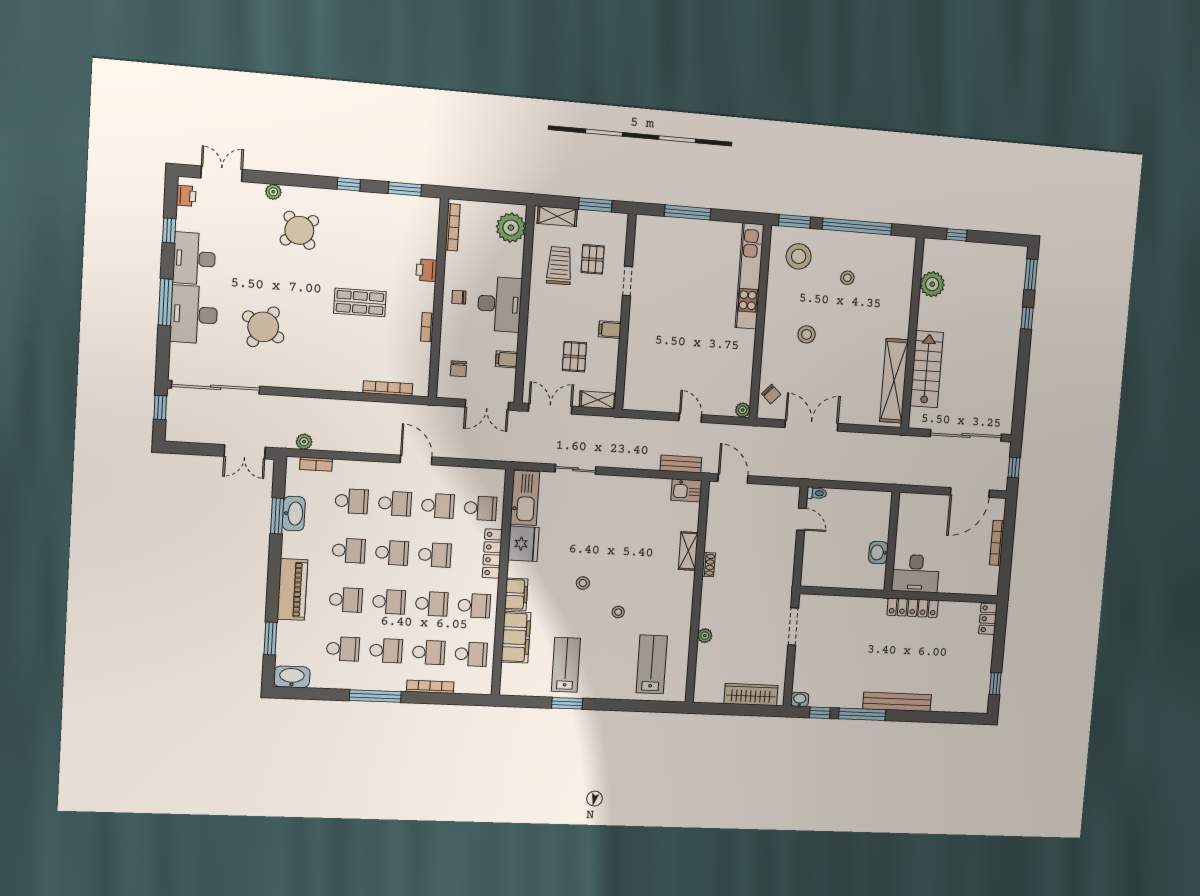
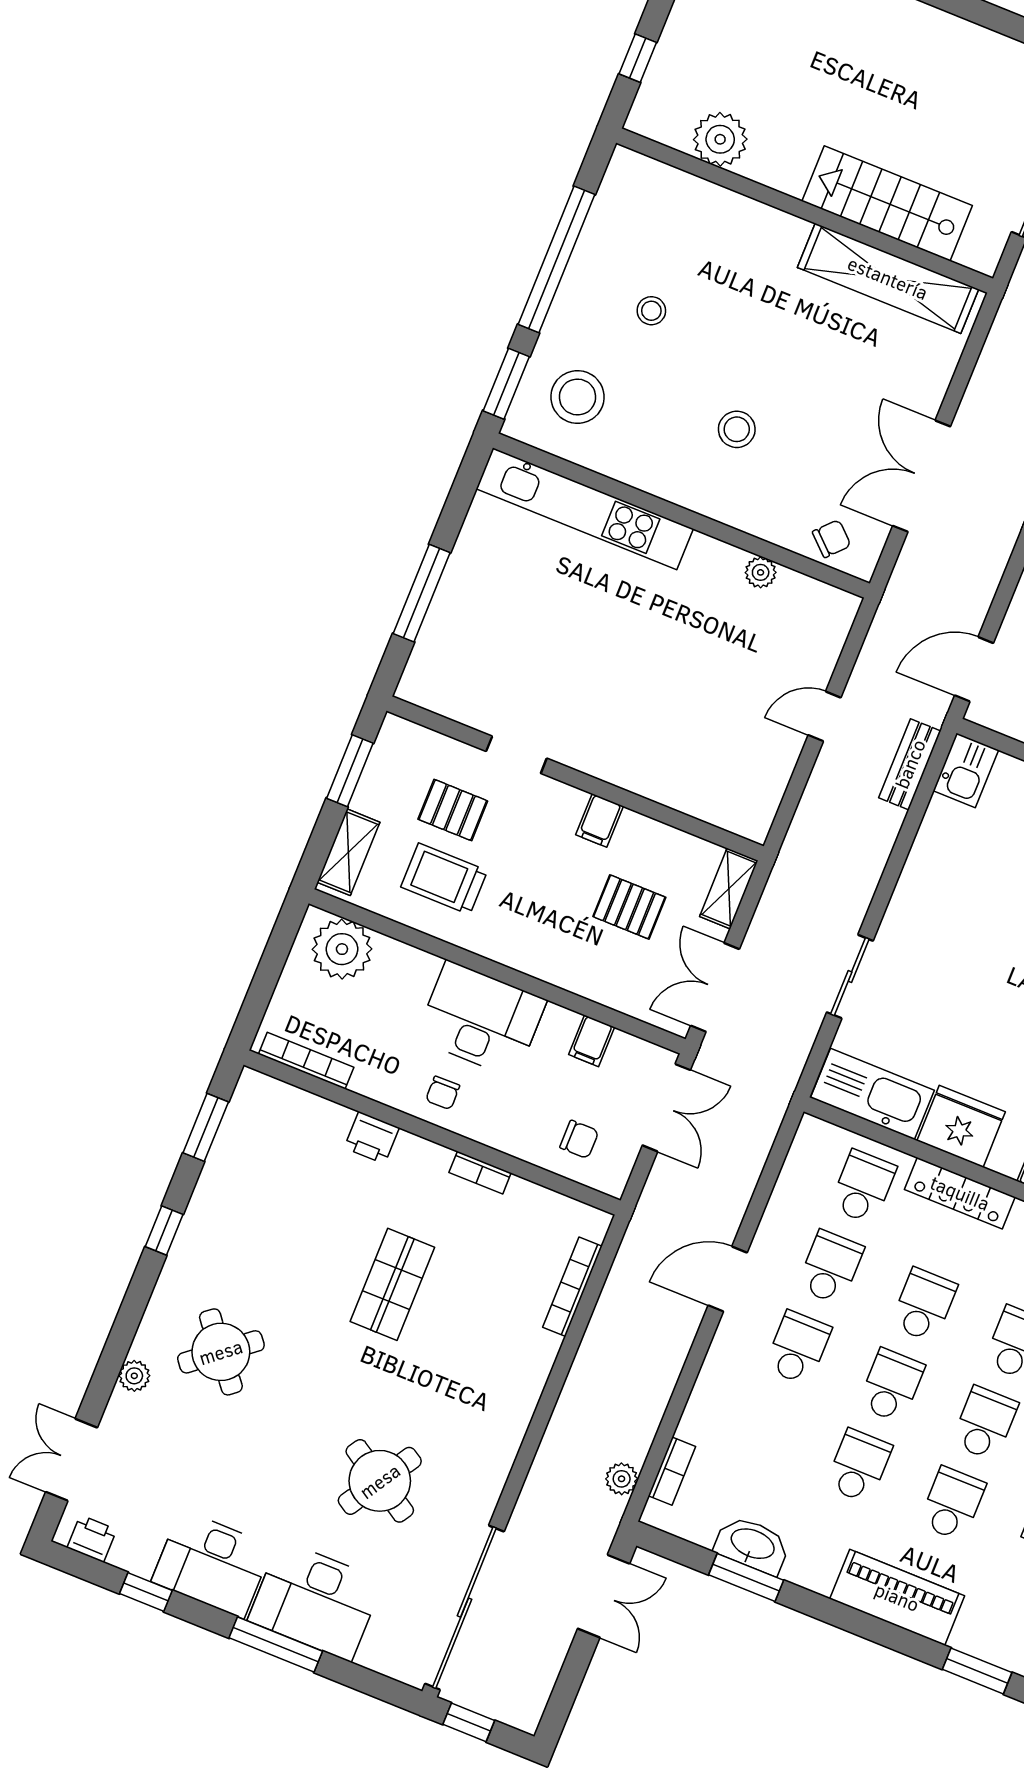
plant: (743, 410) -> (761, 572), moved
school desk: (352, 501) -> (765, 1428), removed

